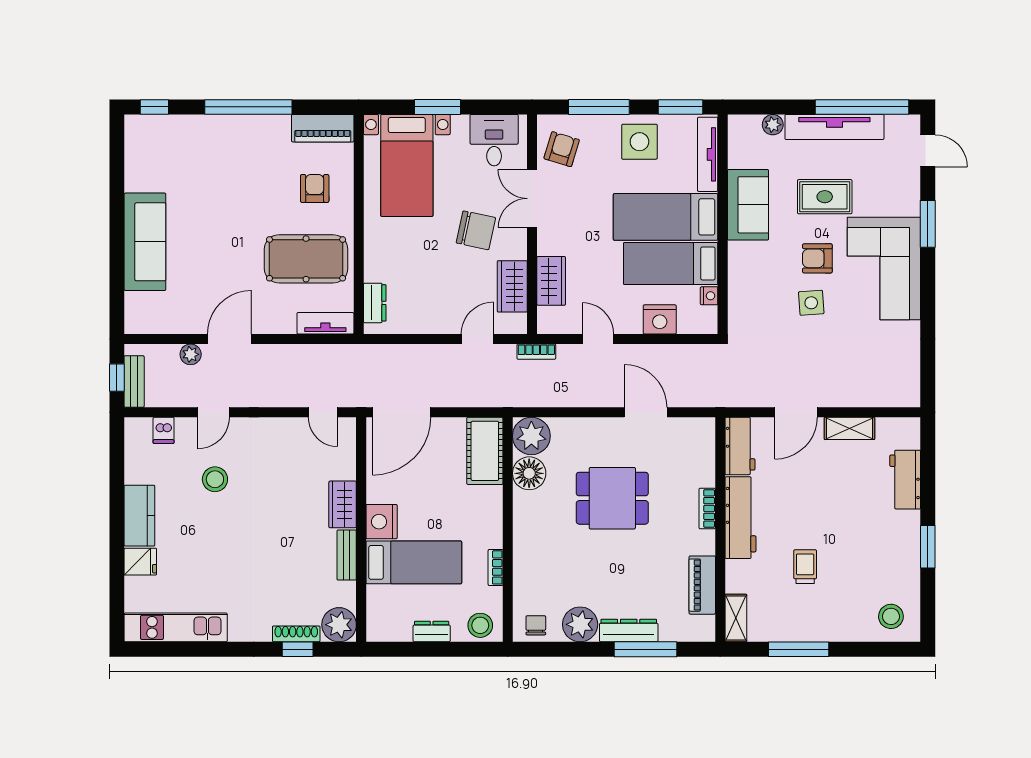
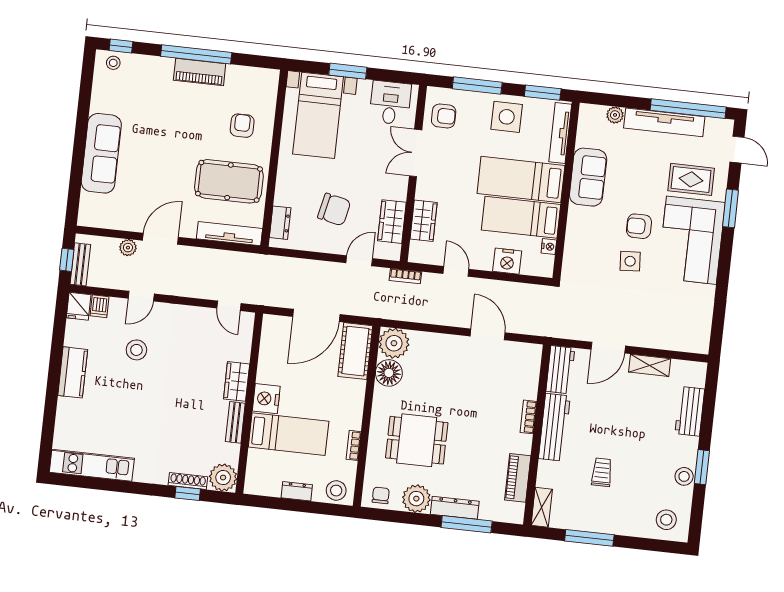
piano: (323, 128) -> (200, 72), moved
stool: (147, 129) -> (113, 63), added
armchair: (562, 149) -> (444, 116), turned 73
rug: (825, 197) -> (691, 179), moved
chair: (476, 230) -> (334, 209), moved
tv unit: (325, 323) -> (229, 234), width x1.41
door: (402, 412) -> (316, 315), moved
dining table: (612, 498) -> (417, 440), moved
stool: (907, 561) -> (684, 476), added
fridge: (140, 562) -> (79, 306), moved, turned 90

